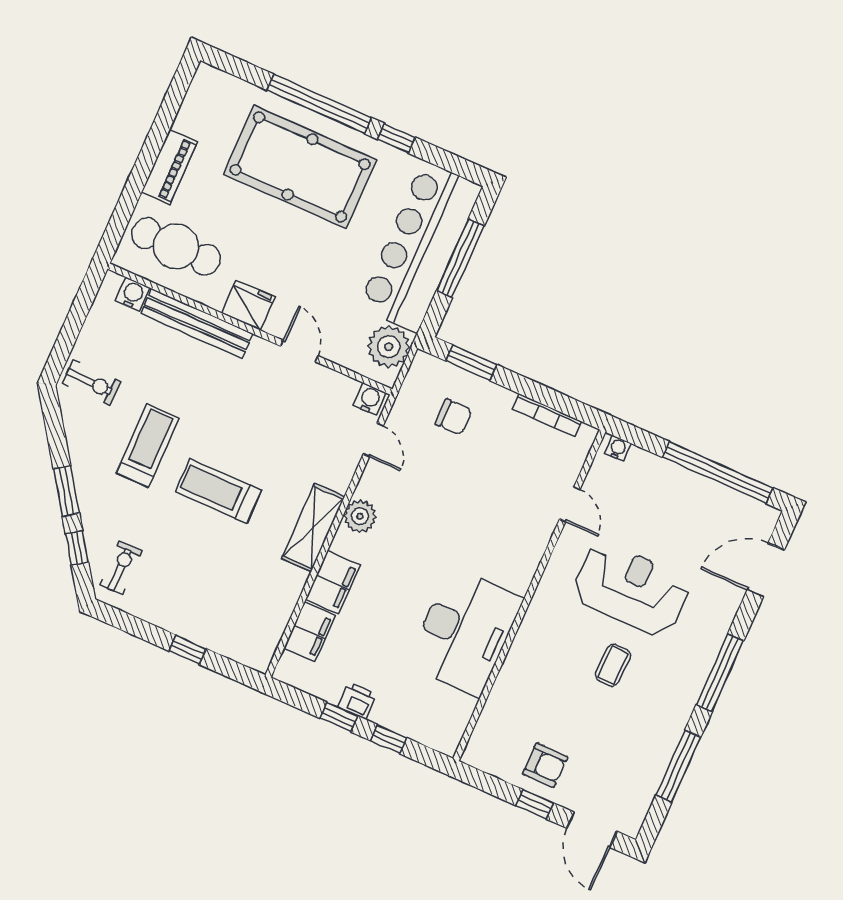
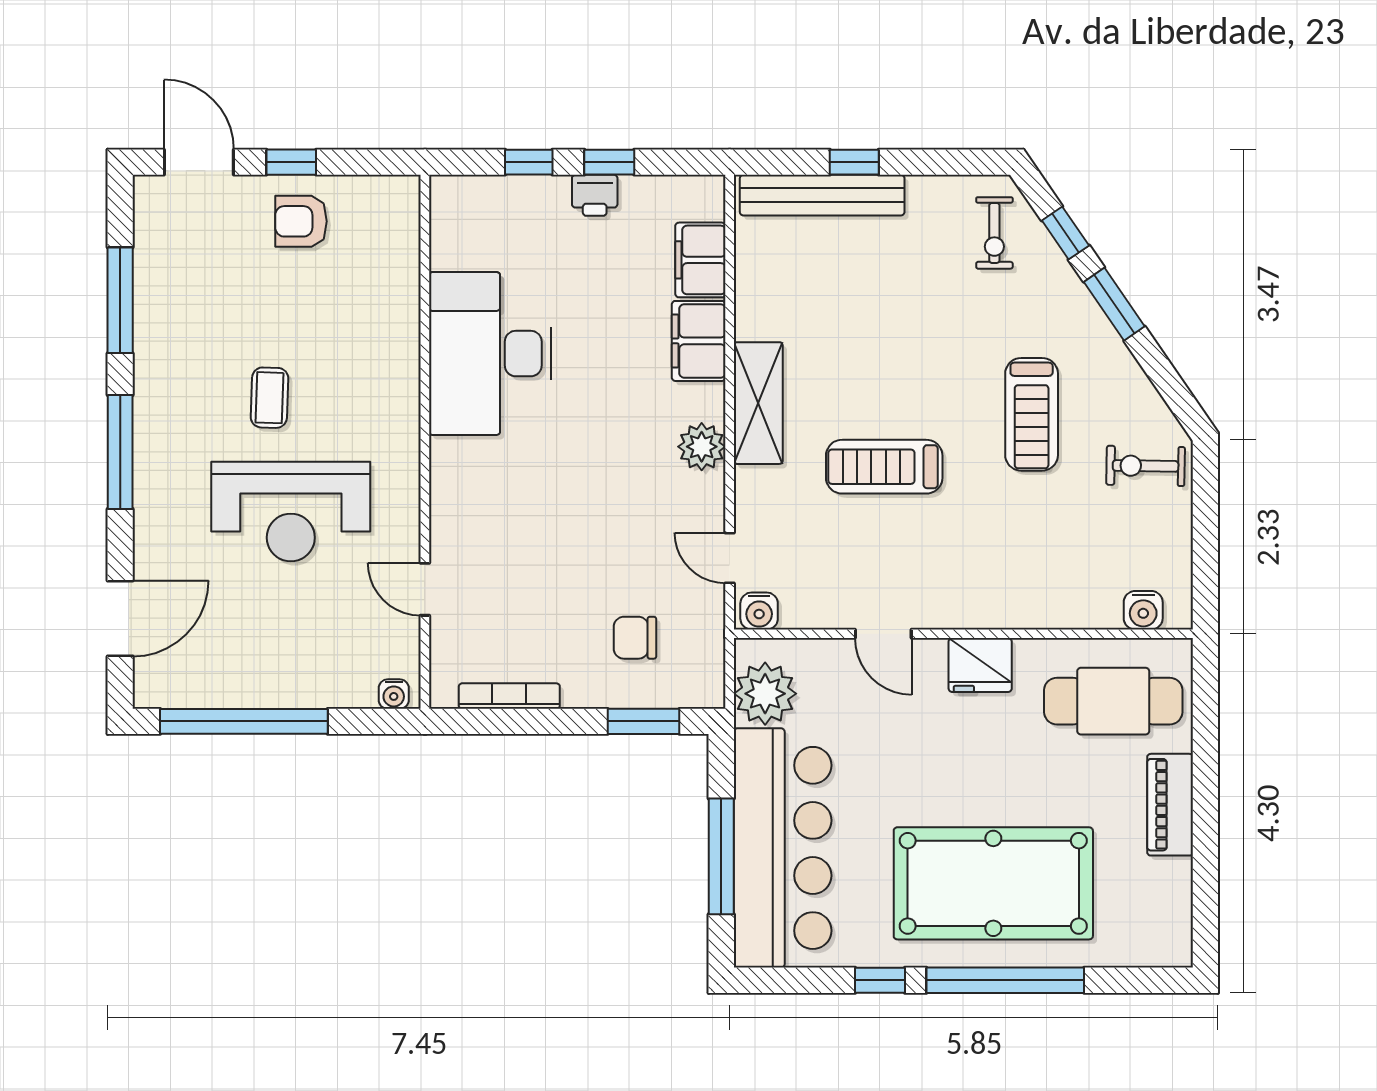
bench: (197, 324) -> (822, 195), moved
treadmill: (218, 491) -> (884, 467), moved, turned 180

